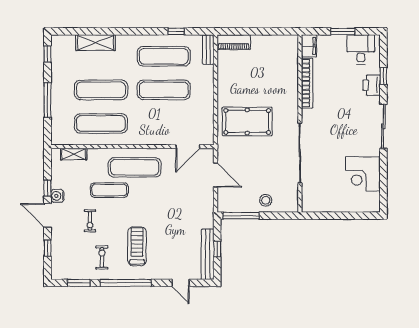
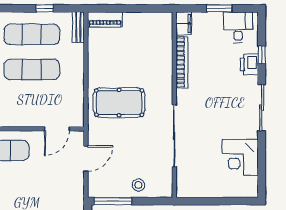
door: (215, 175) -> (86, 159), hinge flipped

